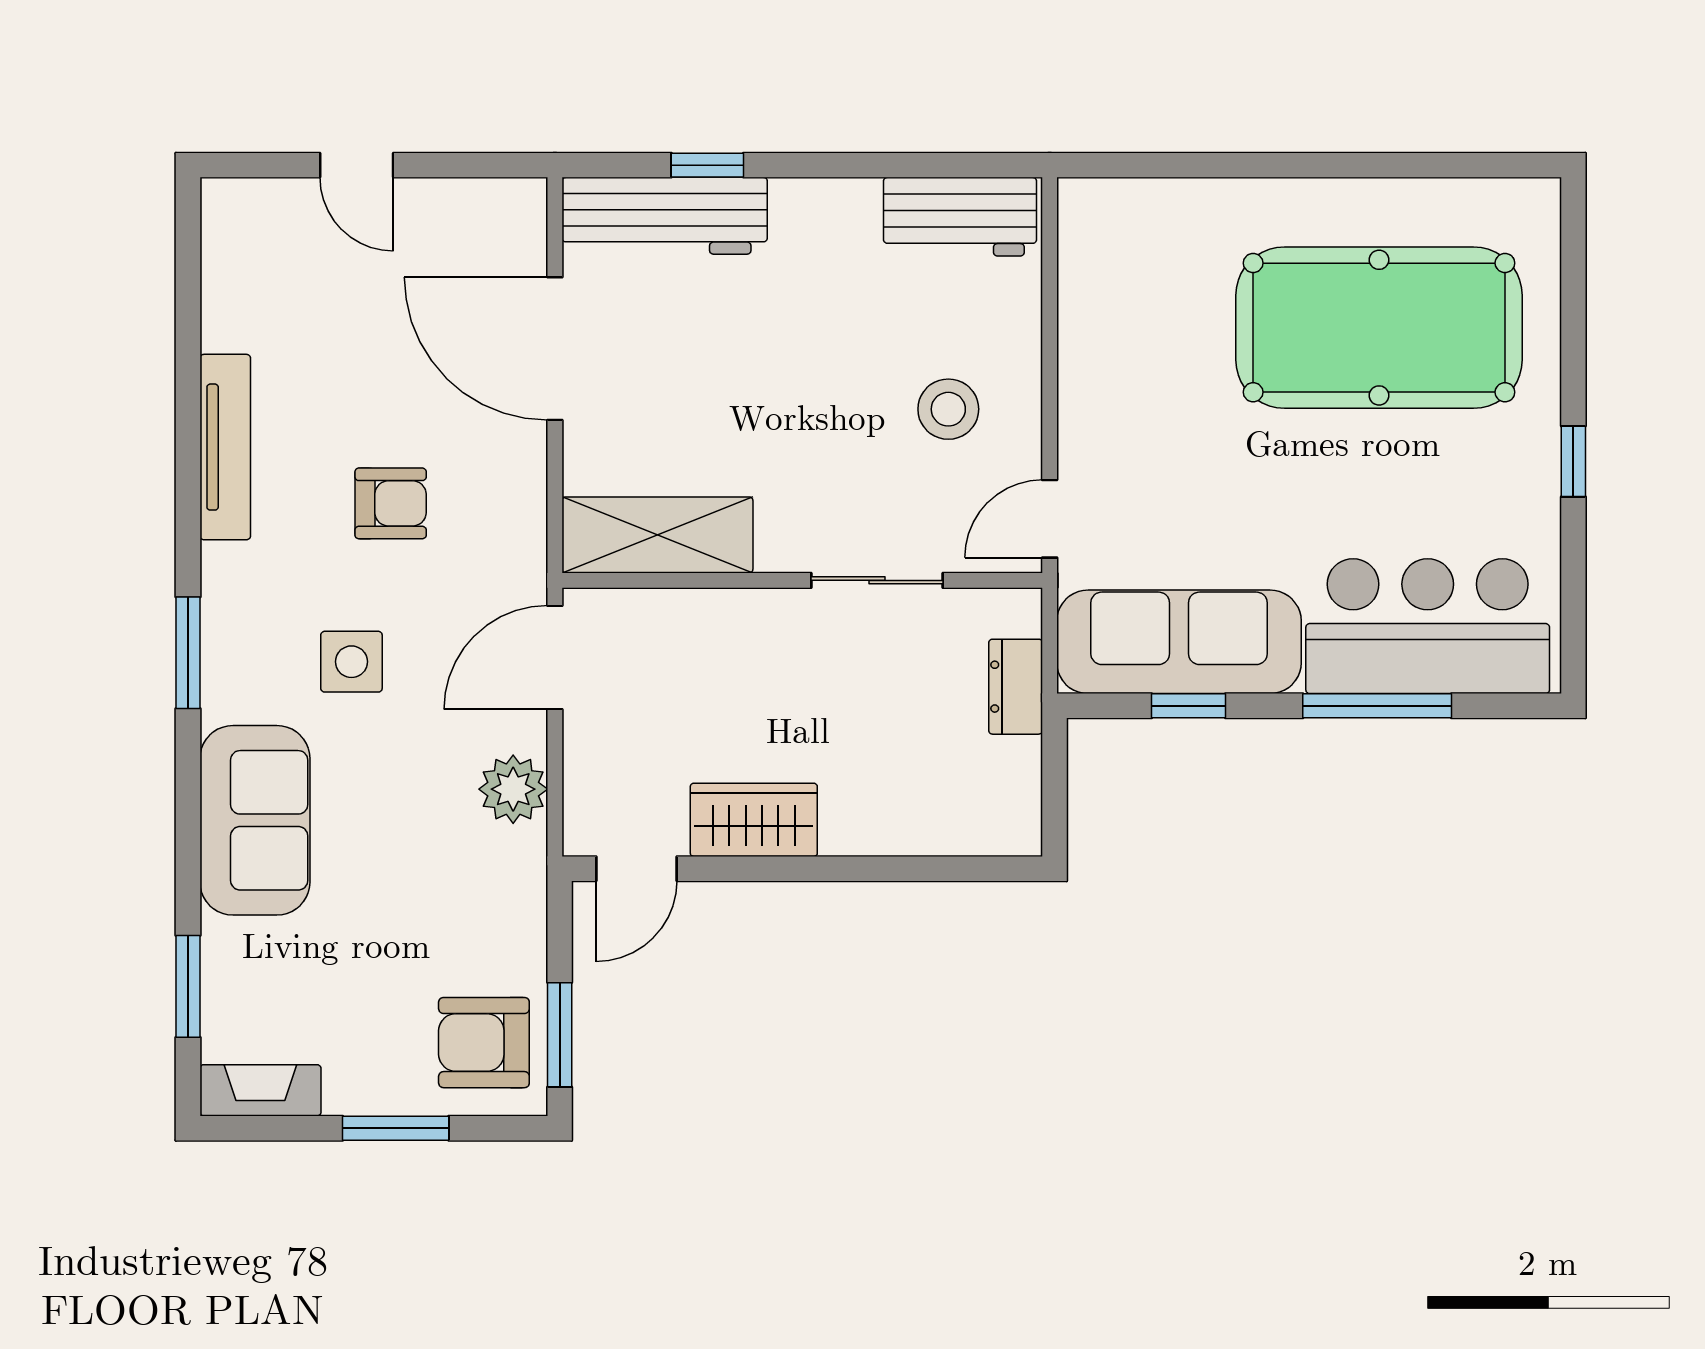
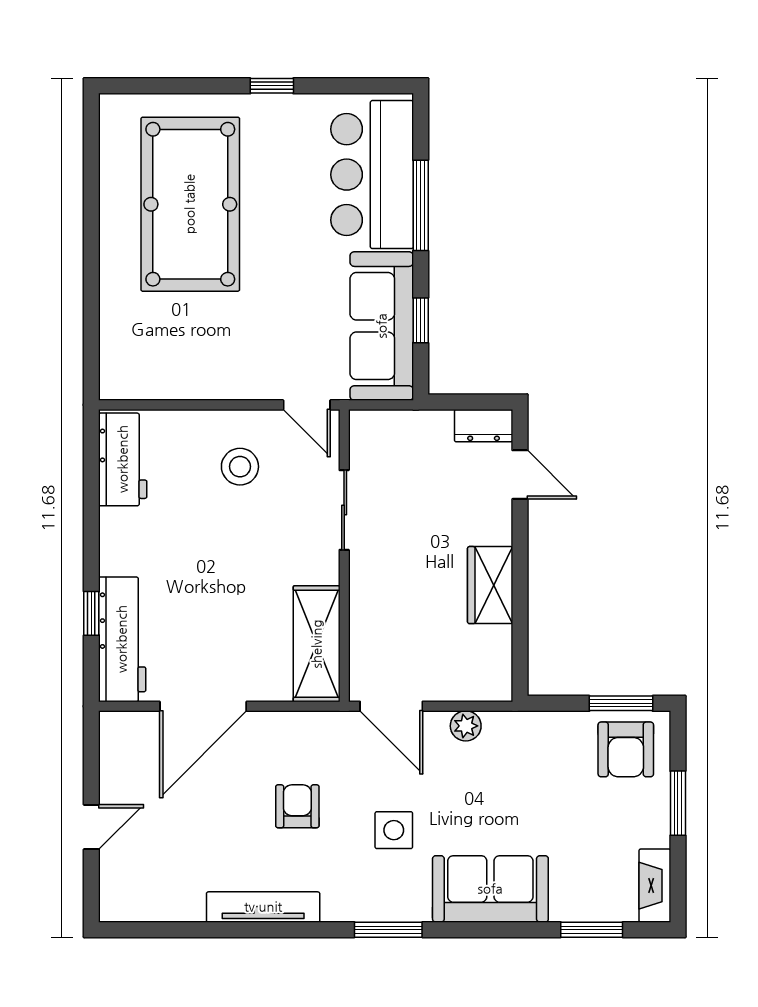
dresser: (1016, 687) -> (484, 426), moved
plant: (513, 789) -> (466, 726), width x0.73, depth x0.73
door: (636, 869) -> (520, 475), moved

